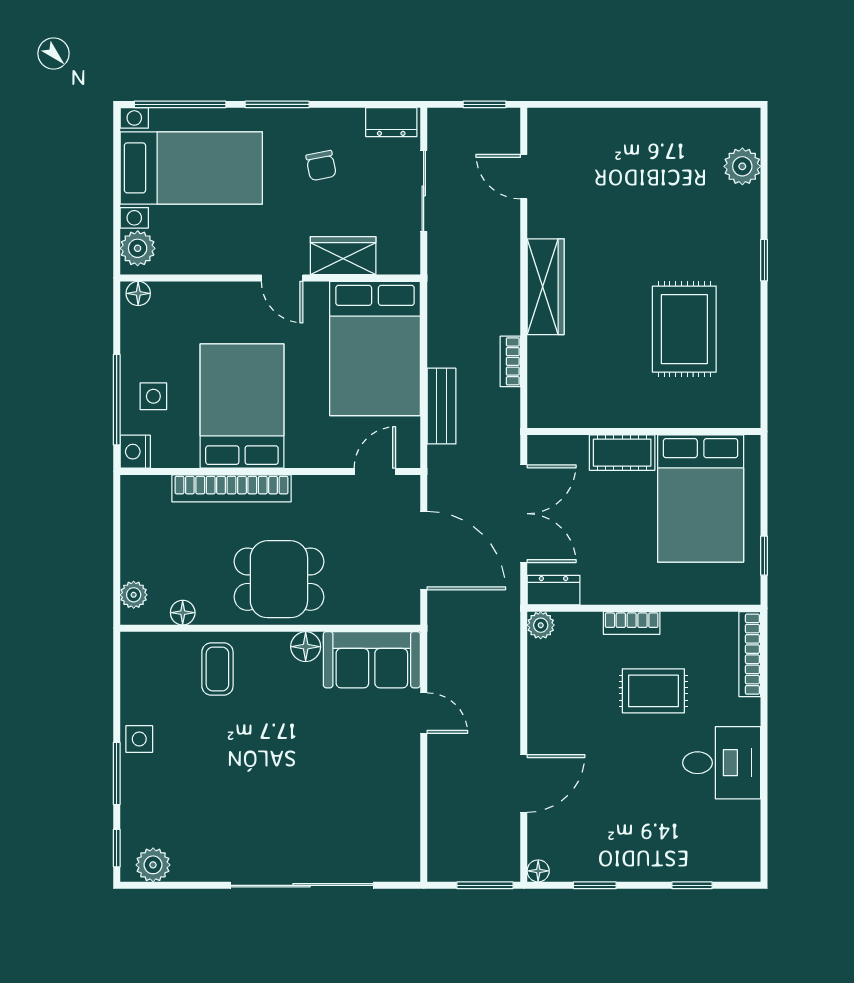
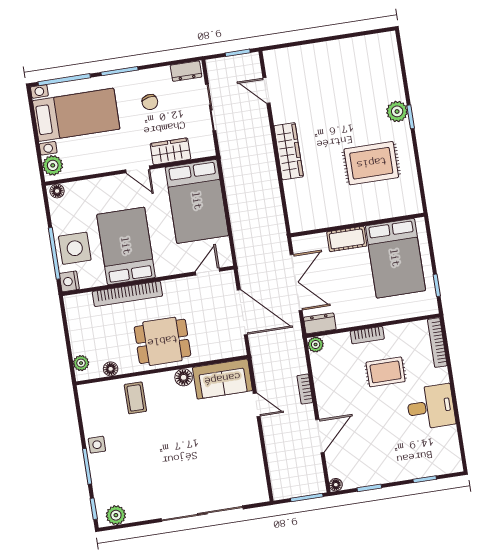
plant: (742, 166) -> (397, 111), moved
rug: (684, 329) -> (371, 163), turned 90
bookcase: (510, 361) -> (305, 389), moved
side table: (153, 396) -> (75, 248), width x1.87, depth x1.87
bench: (441, 406) -> (240, 228), removed

